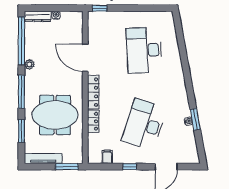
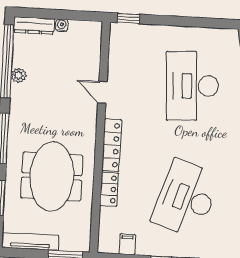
door: (85, 58) -> (102, 92), width x0.53
plant: (29, 64) -> (19, 75), moved
meeting table: (55, 115) -> (52, 176), turned 90

